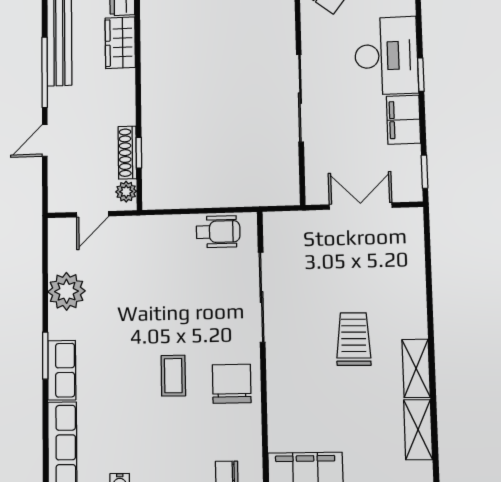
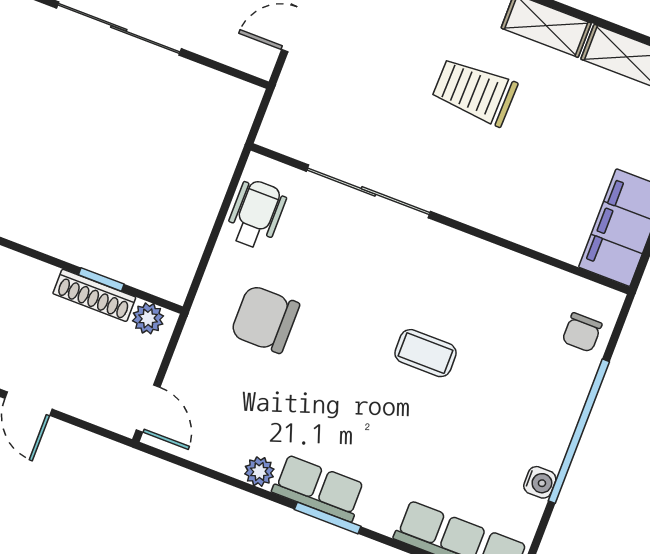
door: (93, 214) -> (148, 408), moved
plant: (66, 291) -> (259, 472), width x0.53, depth x0.53
row of seats: (62, 370) -> (319, 488), moved
chair: (232, 384) -> (265, 319), moved

